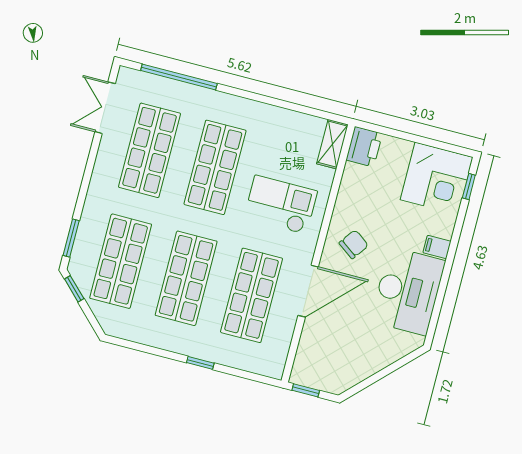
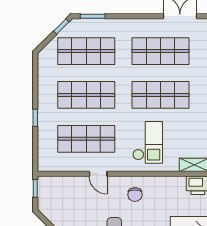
chair: (354, 244) -> (135, 195), turned 54
door: (308, 291) -> (98, 174), width x0.53

